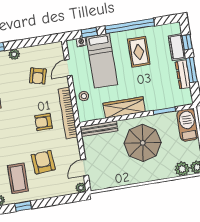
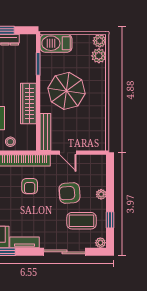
door: (85, 167) -> (68, 153), moved
plant: (81, 188) -> (101, 194), moved

